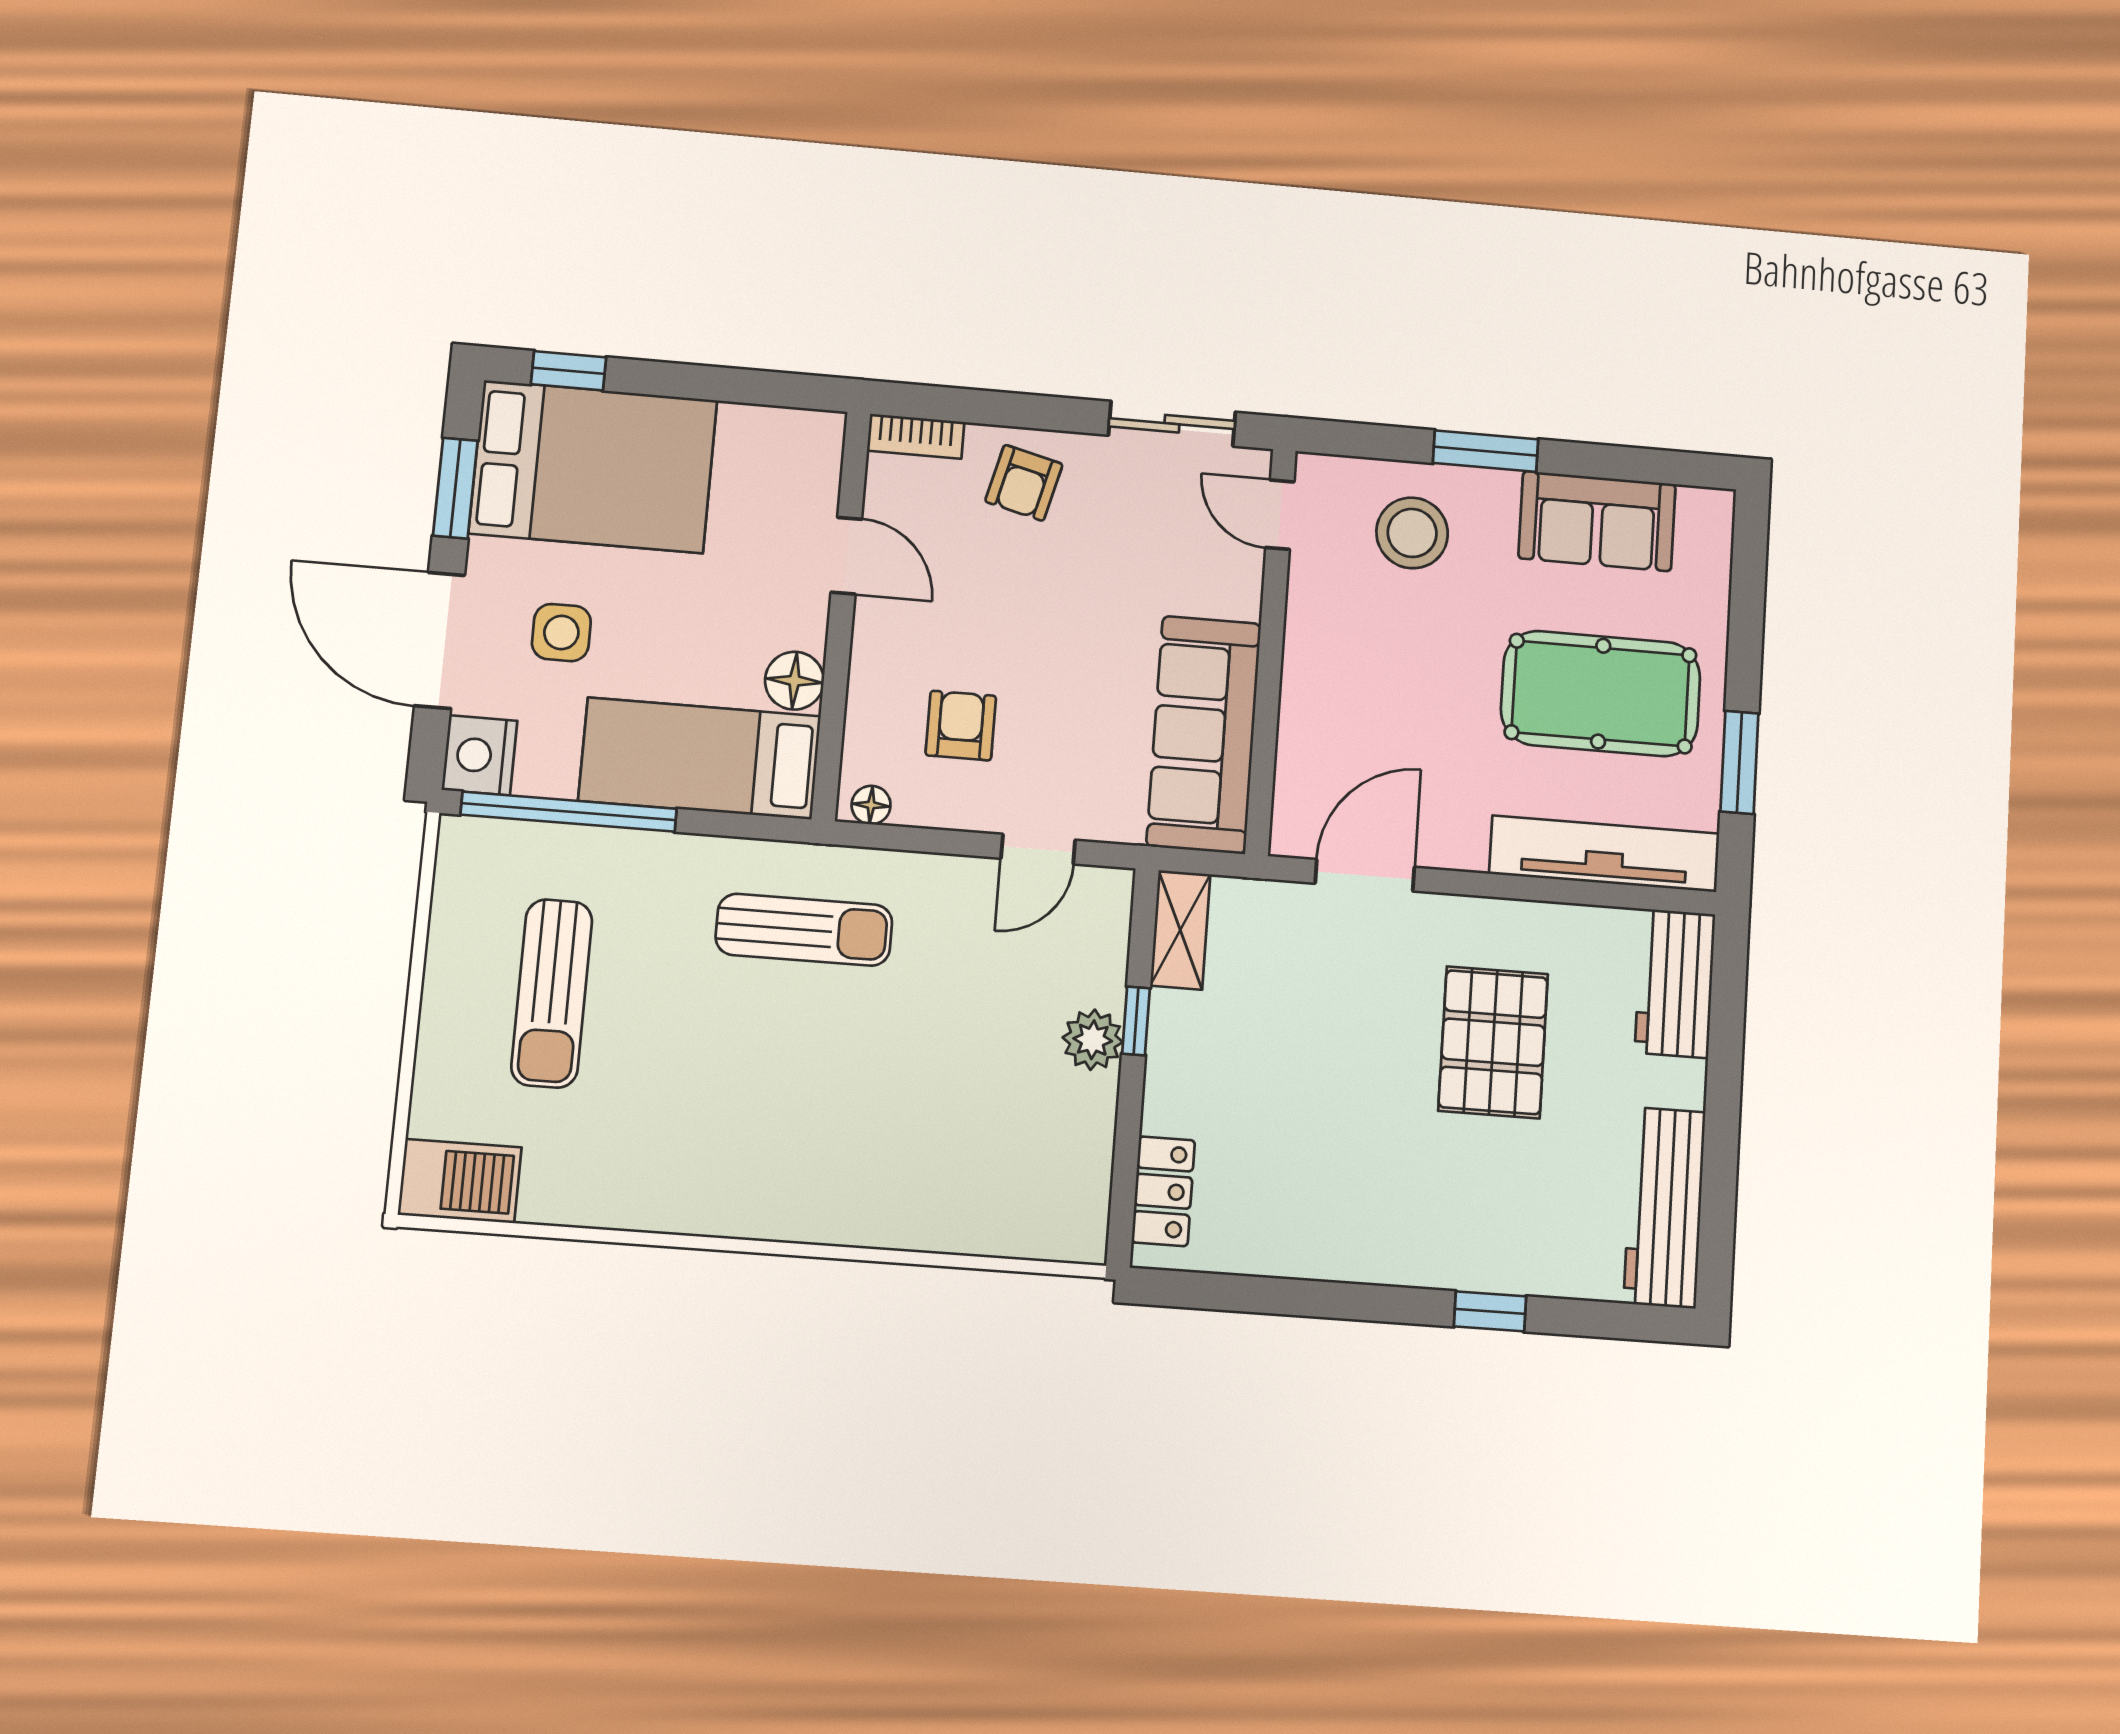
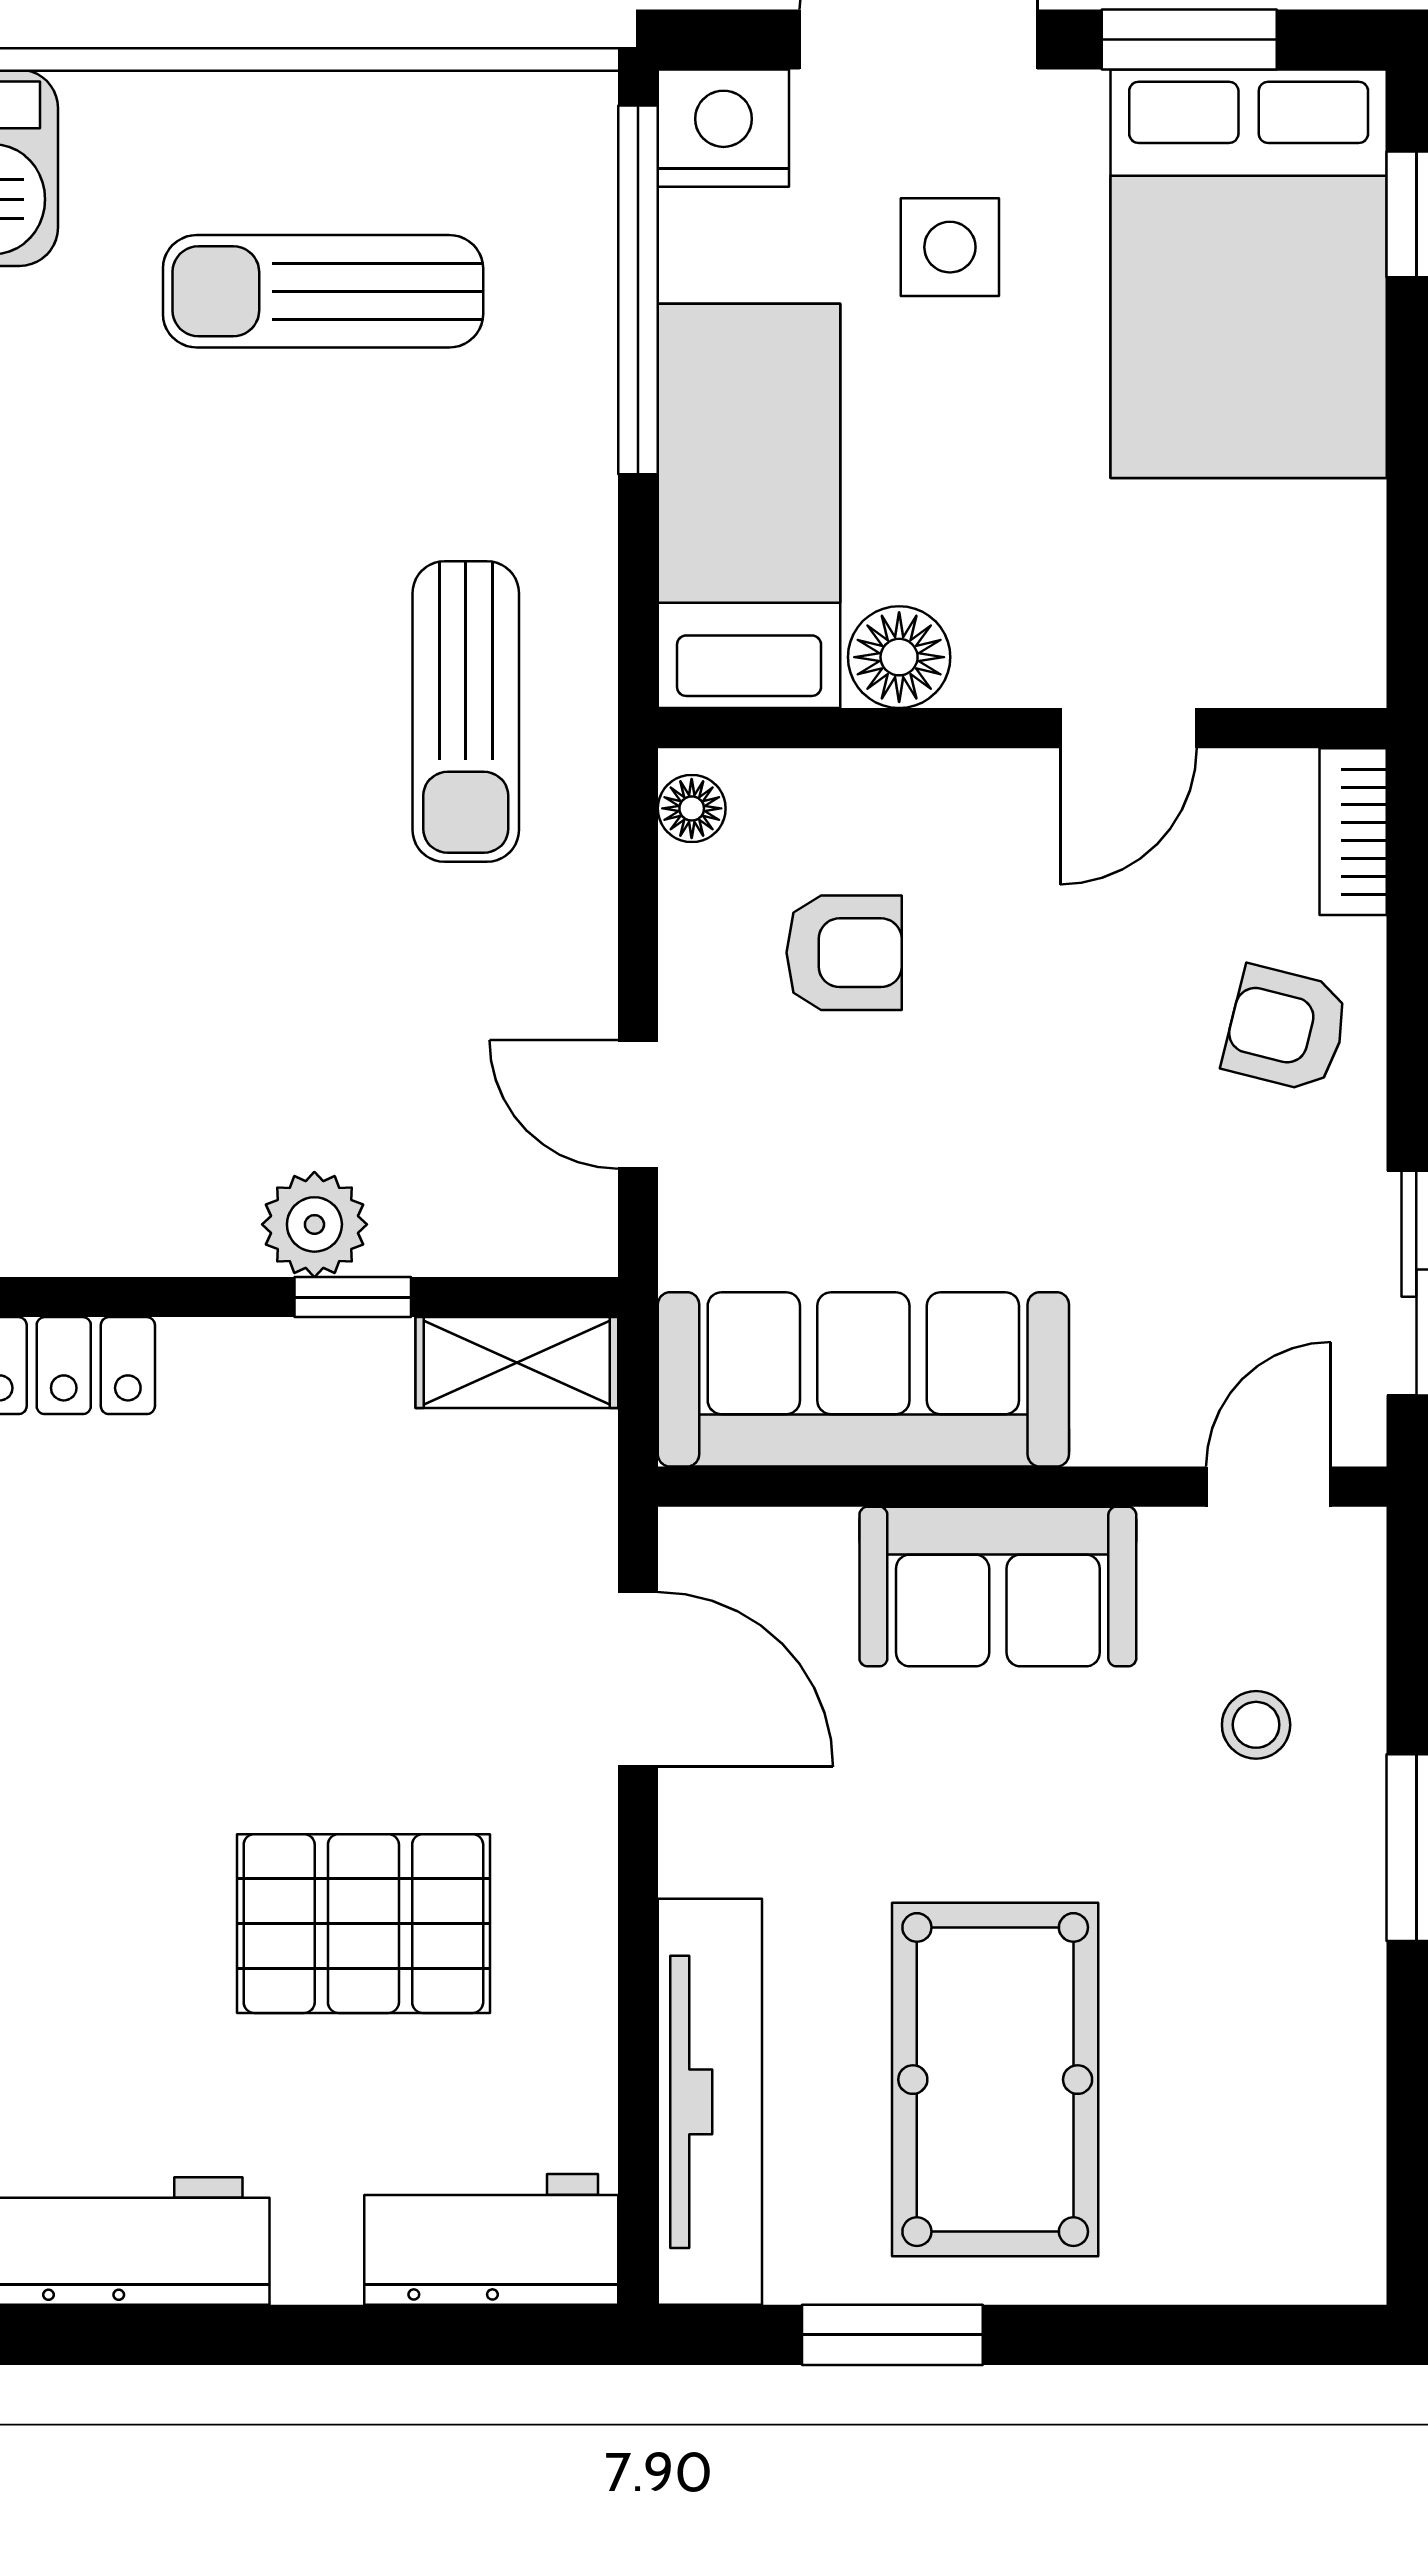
sofa: (1597, 521) -> (998, 1587), moved, turned -90
stool: (1412, 533) -> (1256, 1725), width x0.53, depth x0.53

